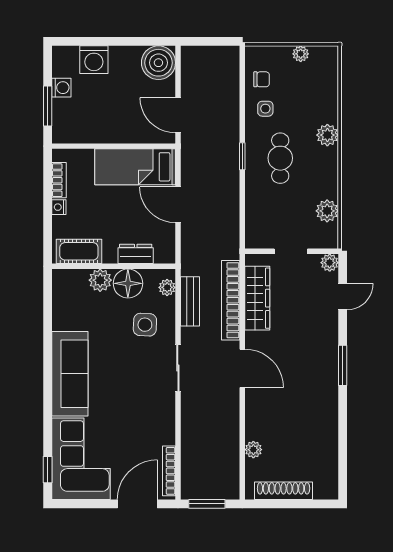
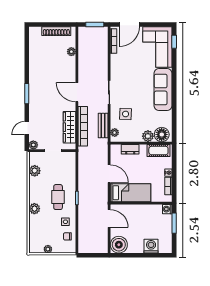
washing machine: (61, 88) -> (167, 209), moved
floor lamp: (128, 283) -> (162, 135), moved

